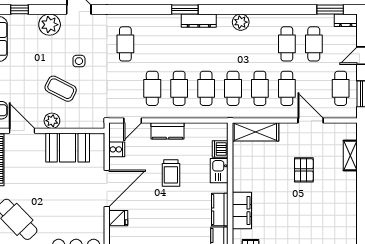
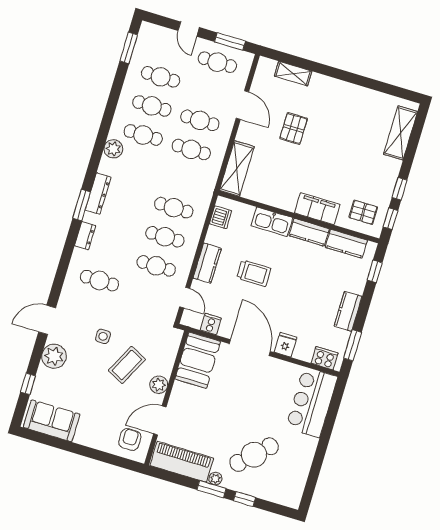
dresser: (346, 20) -> (85, 236), moved
cafe table: (233, 88) -> (143, 135), moved
door: (311, 121) -> (242, 105), swing flipped
booth: (68, 148) -> (198, 360), moved
dishwasher: (220, 149) -> (221, 217), moved, turned -90
pallet: (304, 170) -> (294, 128), turned 90
kitchen sink: (219, 171) -> (272, 222), width x1.38

